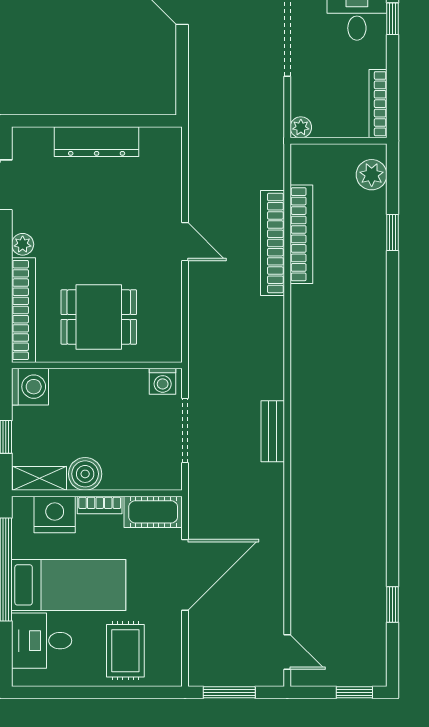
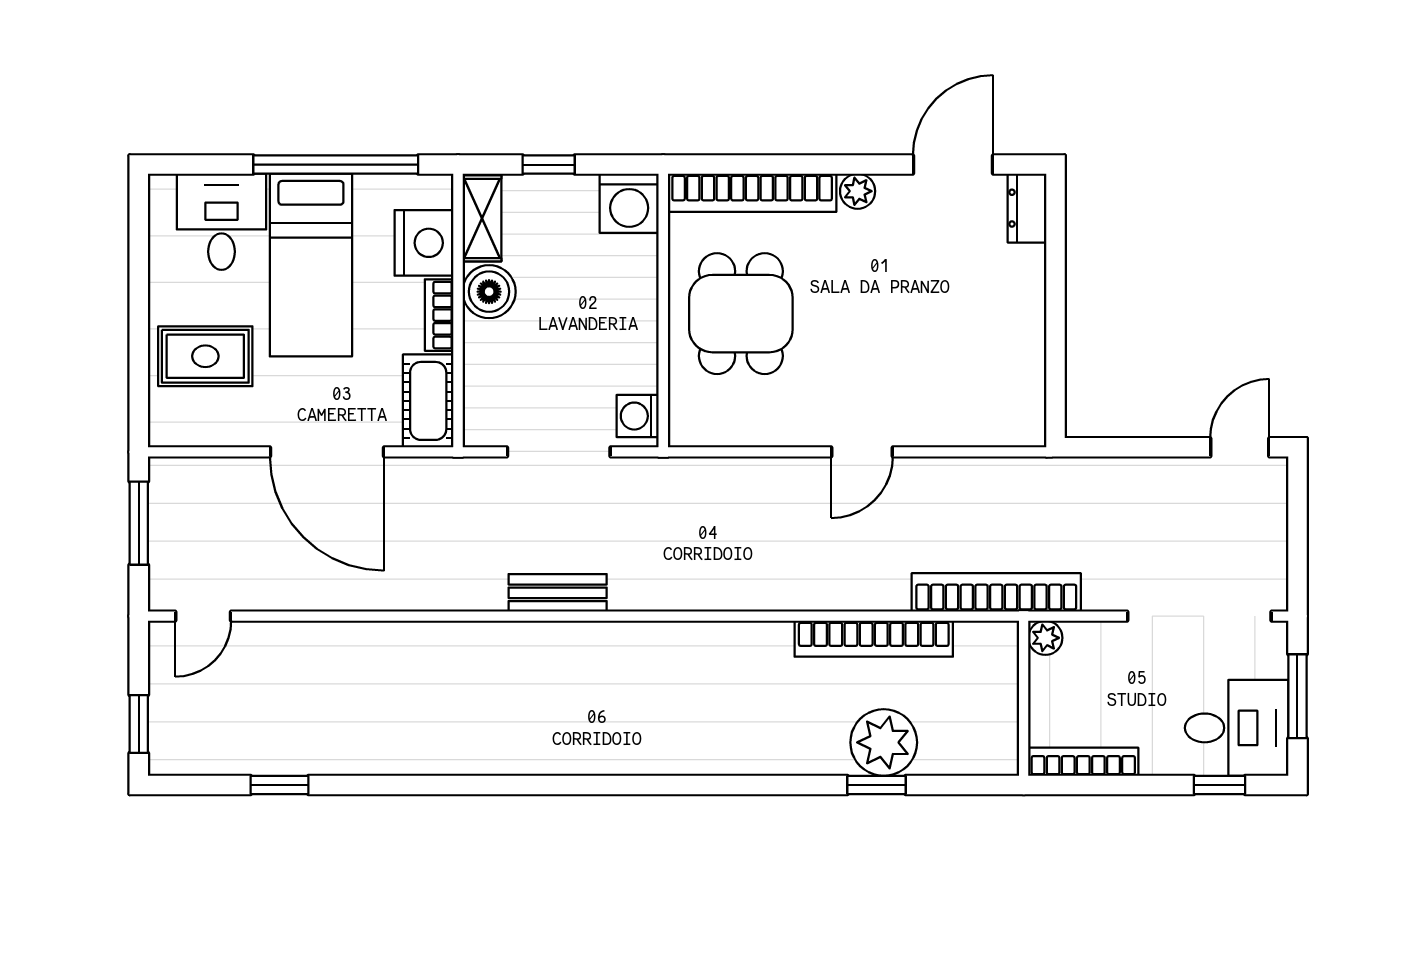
dresser: (97, 142) -> (1027, 208), moved, width x0.51, depth x0.80
plant: (372, 175) -> (884, 742), moved, width x1.36, depth x1.36
bookcase: (272, 243) -> (996, 592), moved

